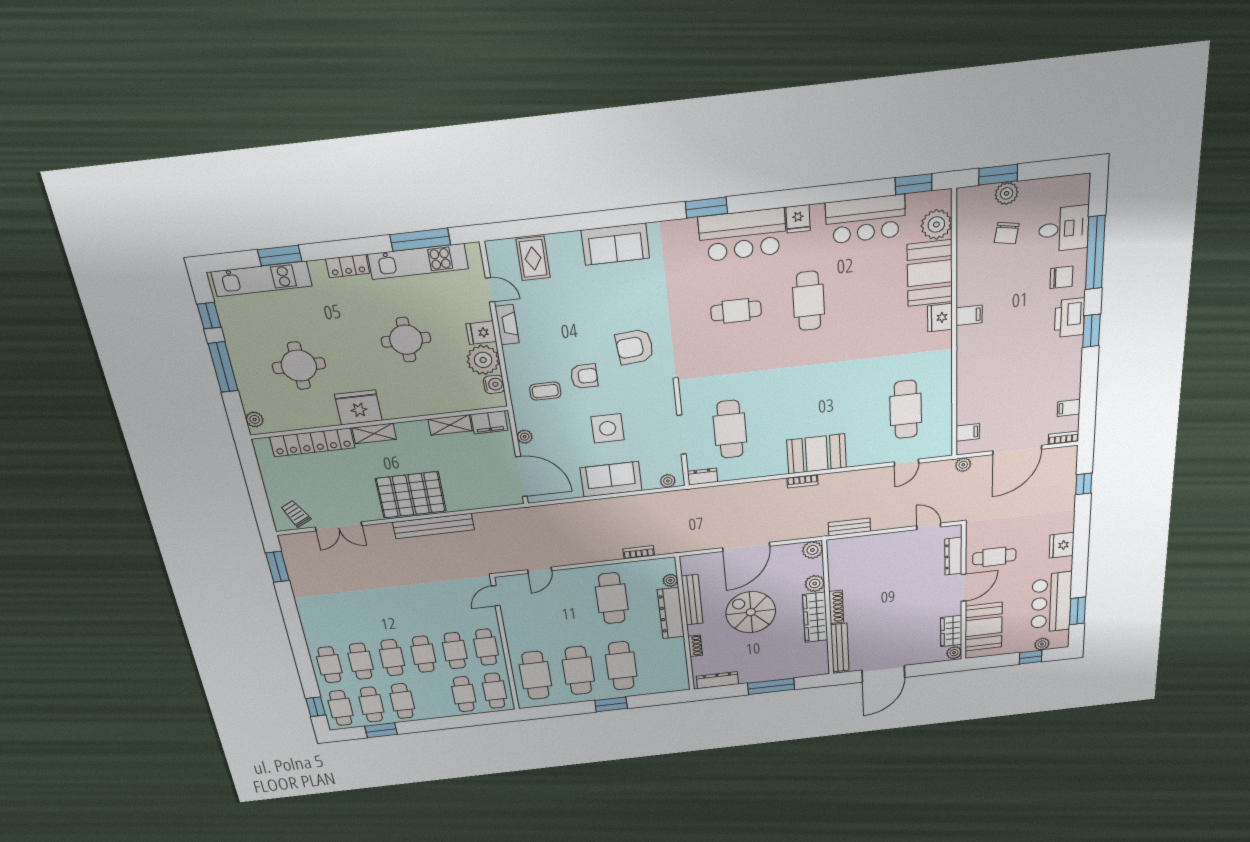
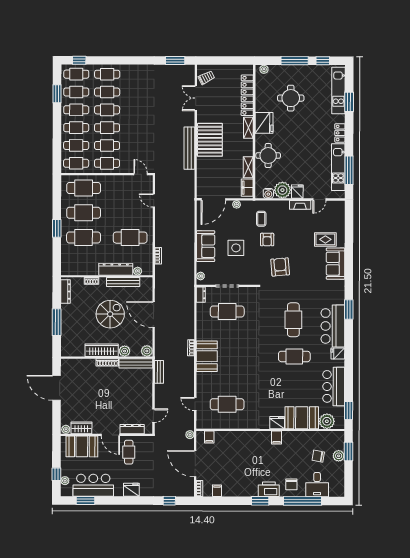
rug: (533, 258) -> (325, 239), moved
cafe table: (736, 311) -> (293, 320), width x1.37, depth x1.35
round table: (406, 340) -> (268, 156), moved
bench: (840, 648) -> (136, 363), moved
cafe table: (433, 698) -> (76, 128), added

